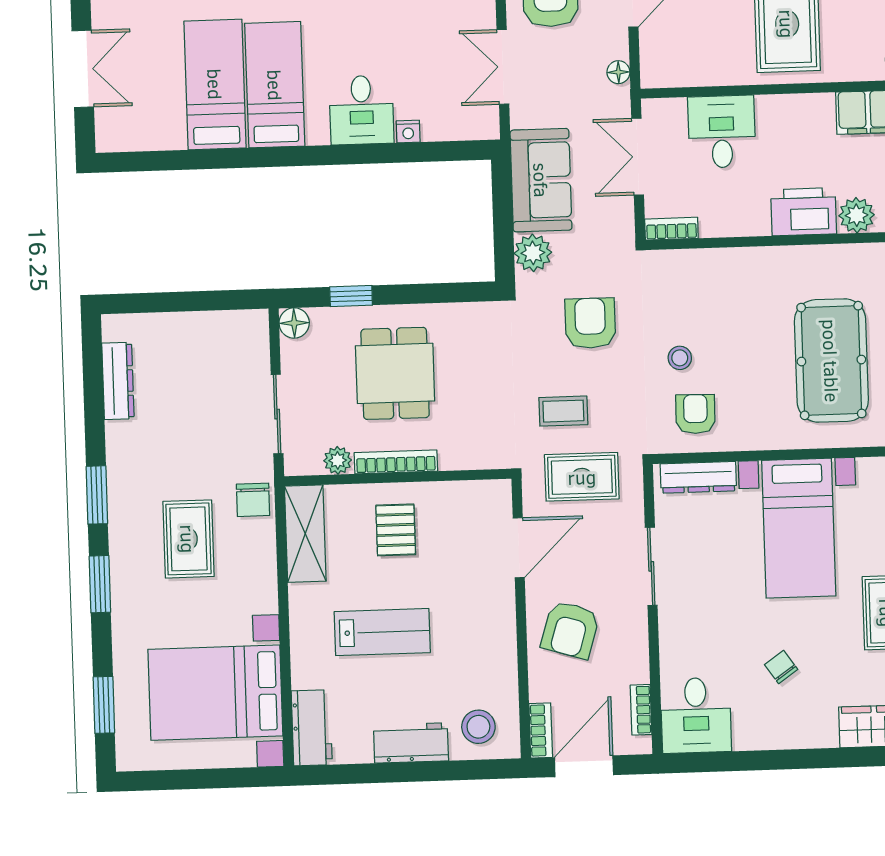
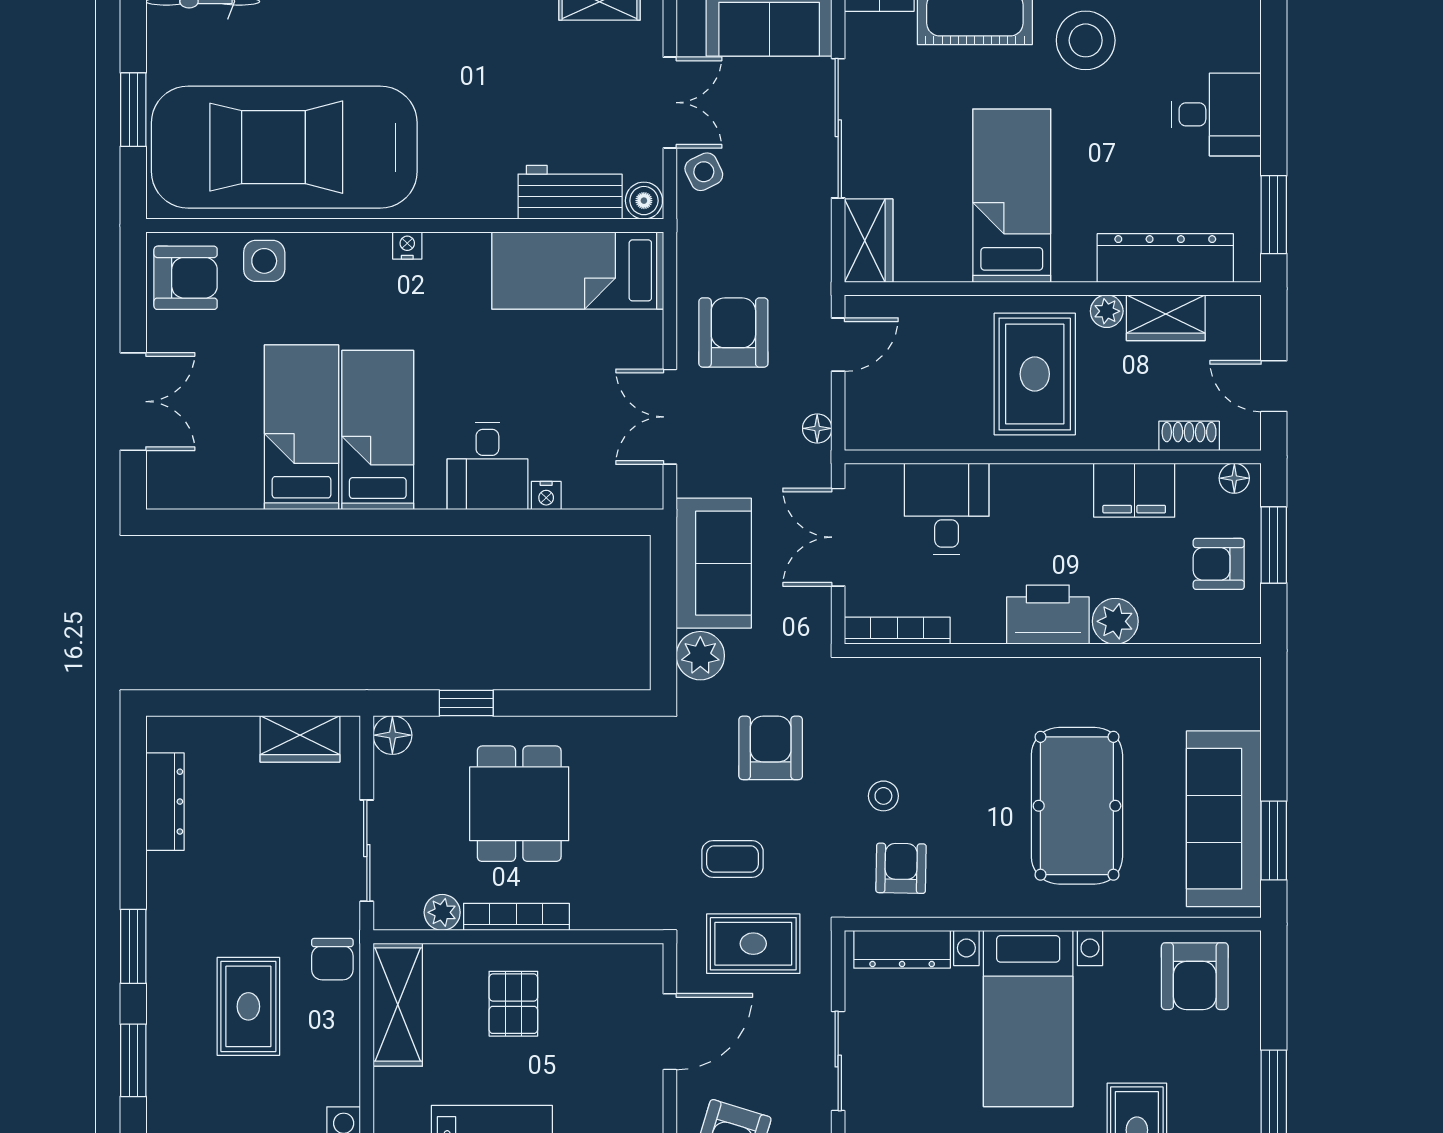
bookcase: (671, 229) -> (897, 631), width x1.56
wardrobe: (222, 328) -> (300, 739), added

